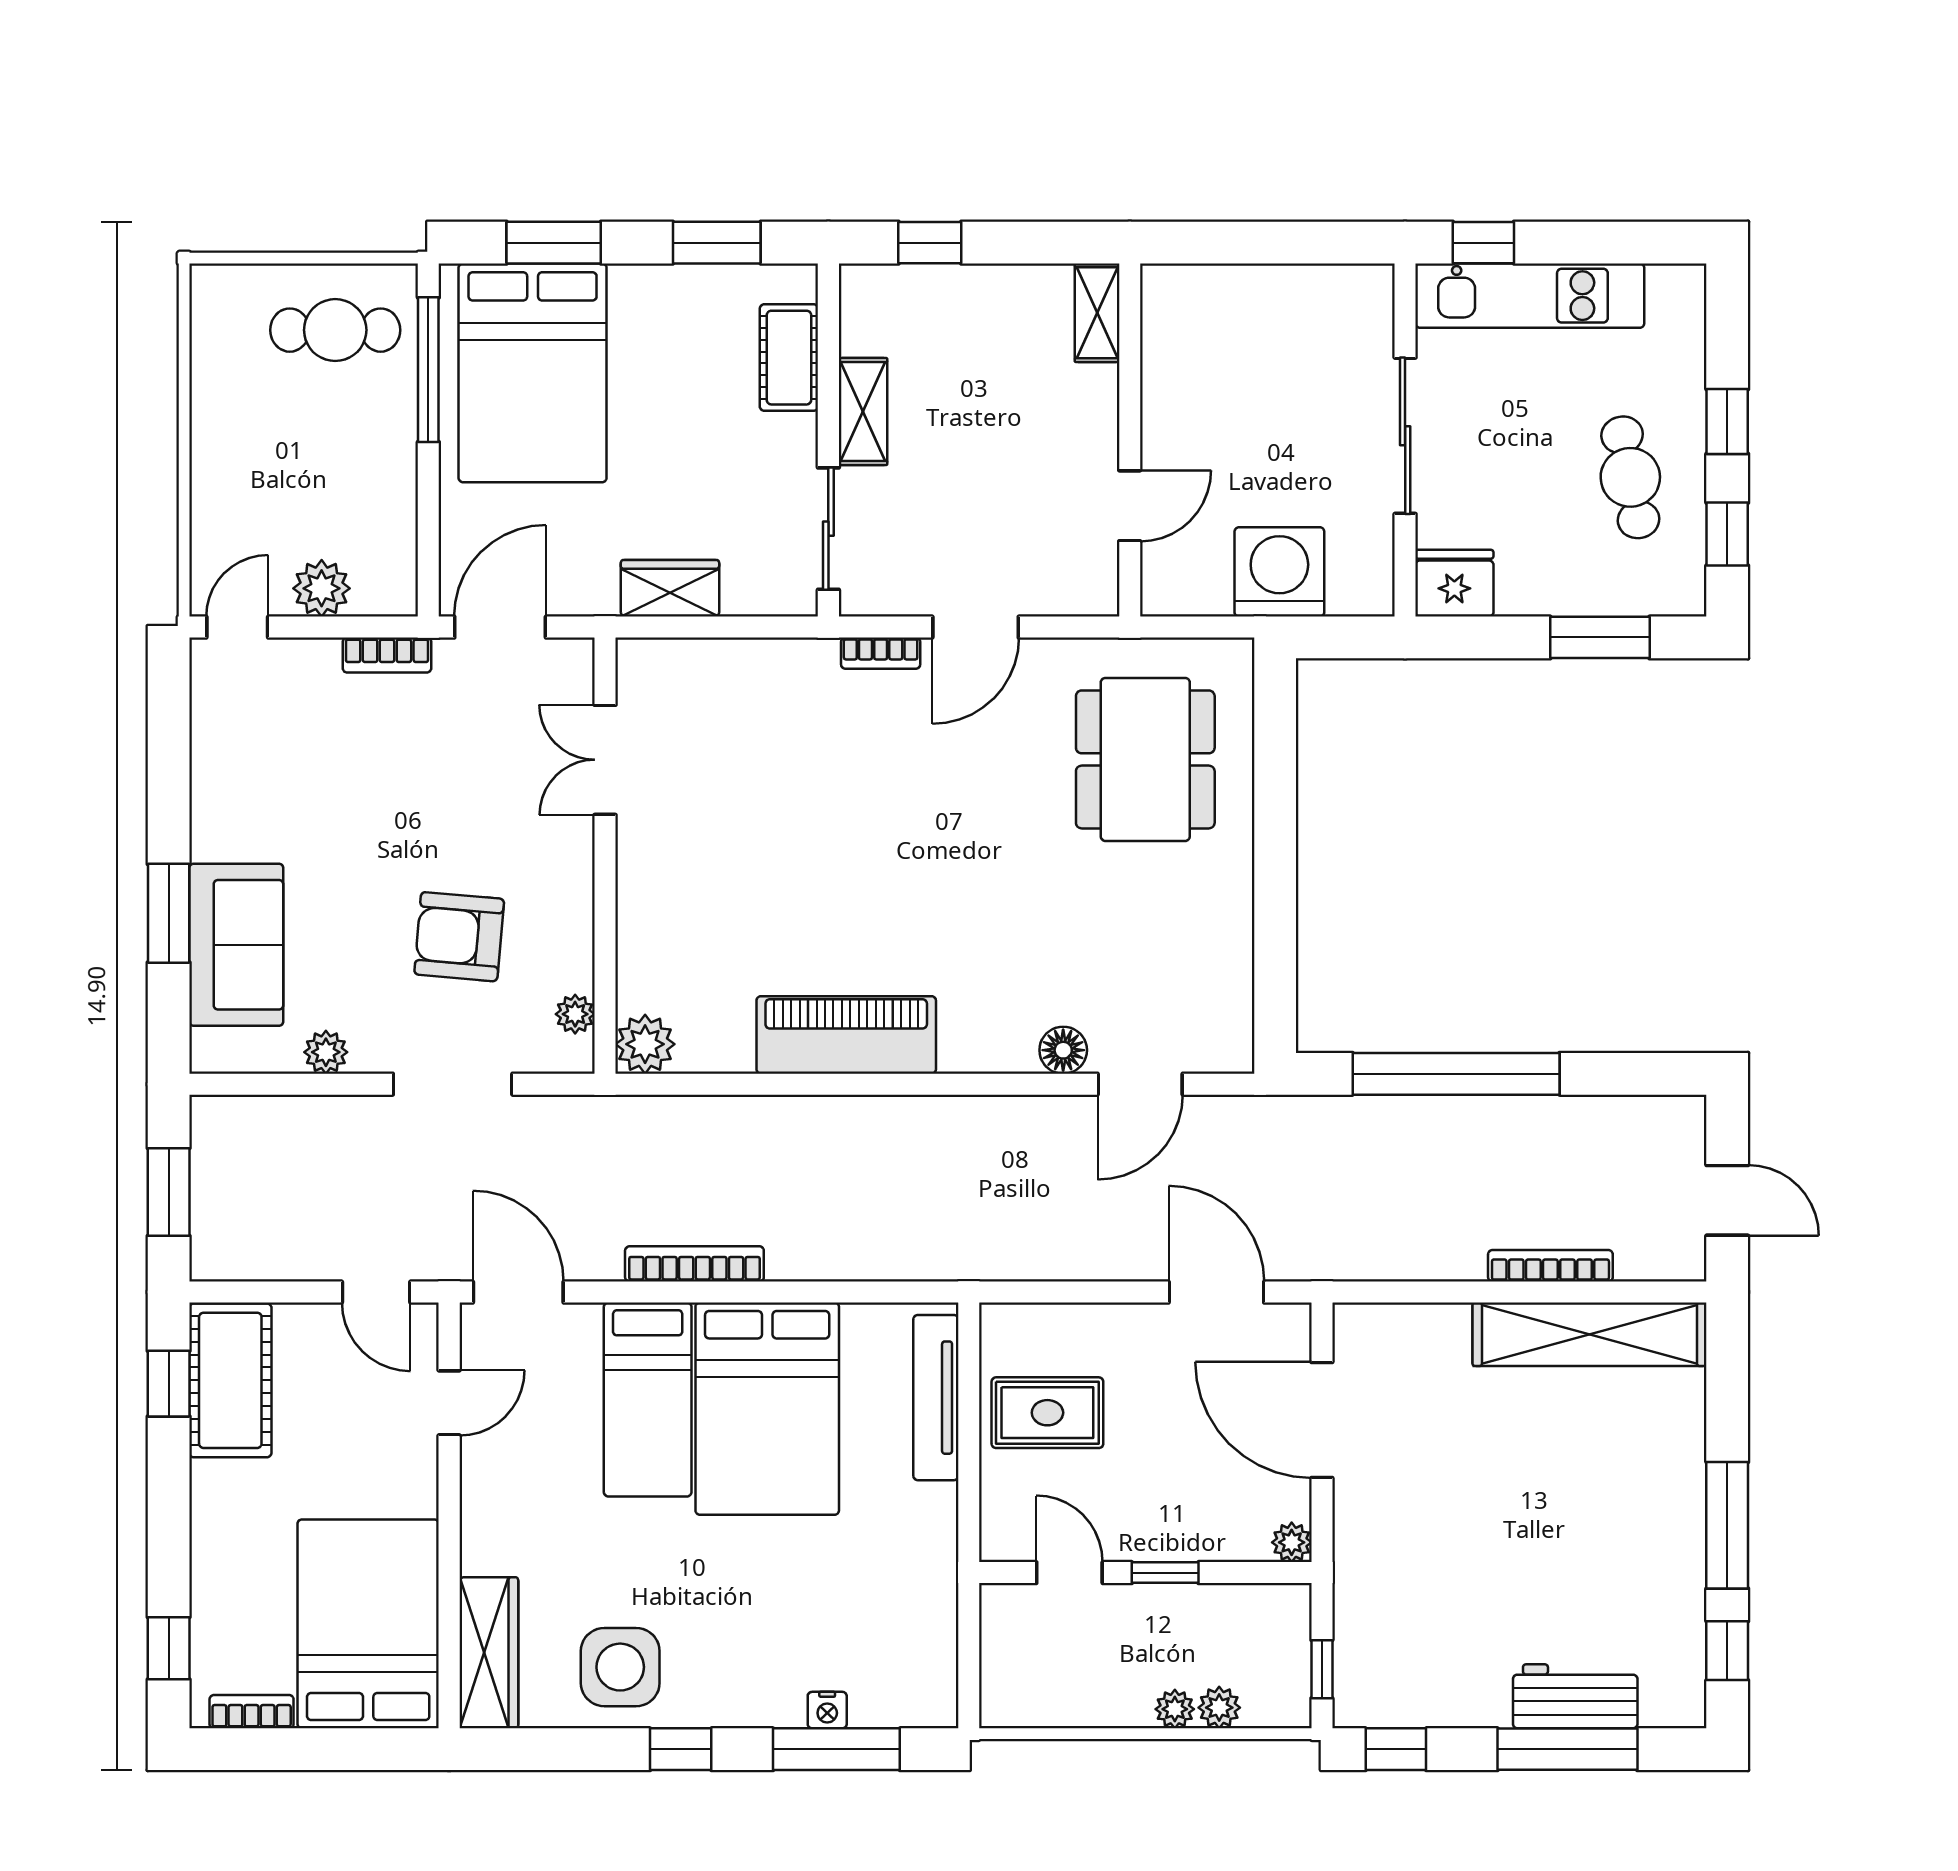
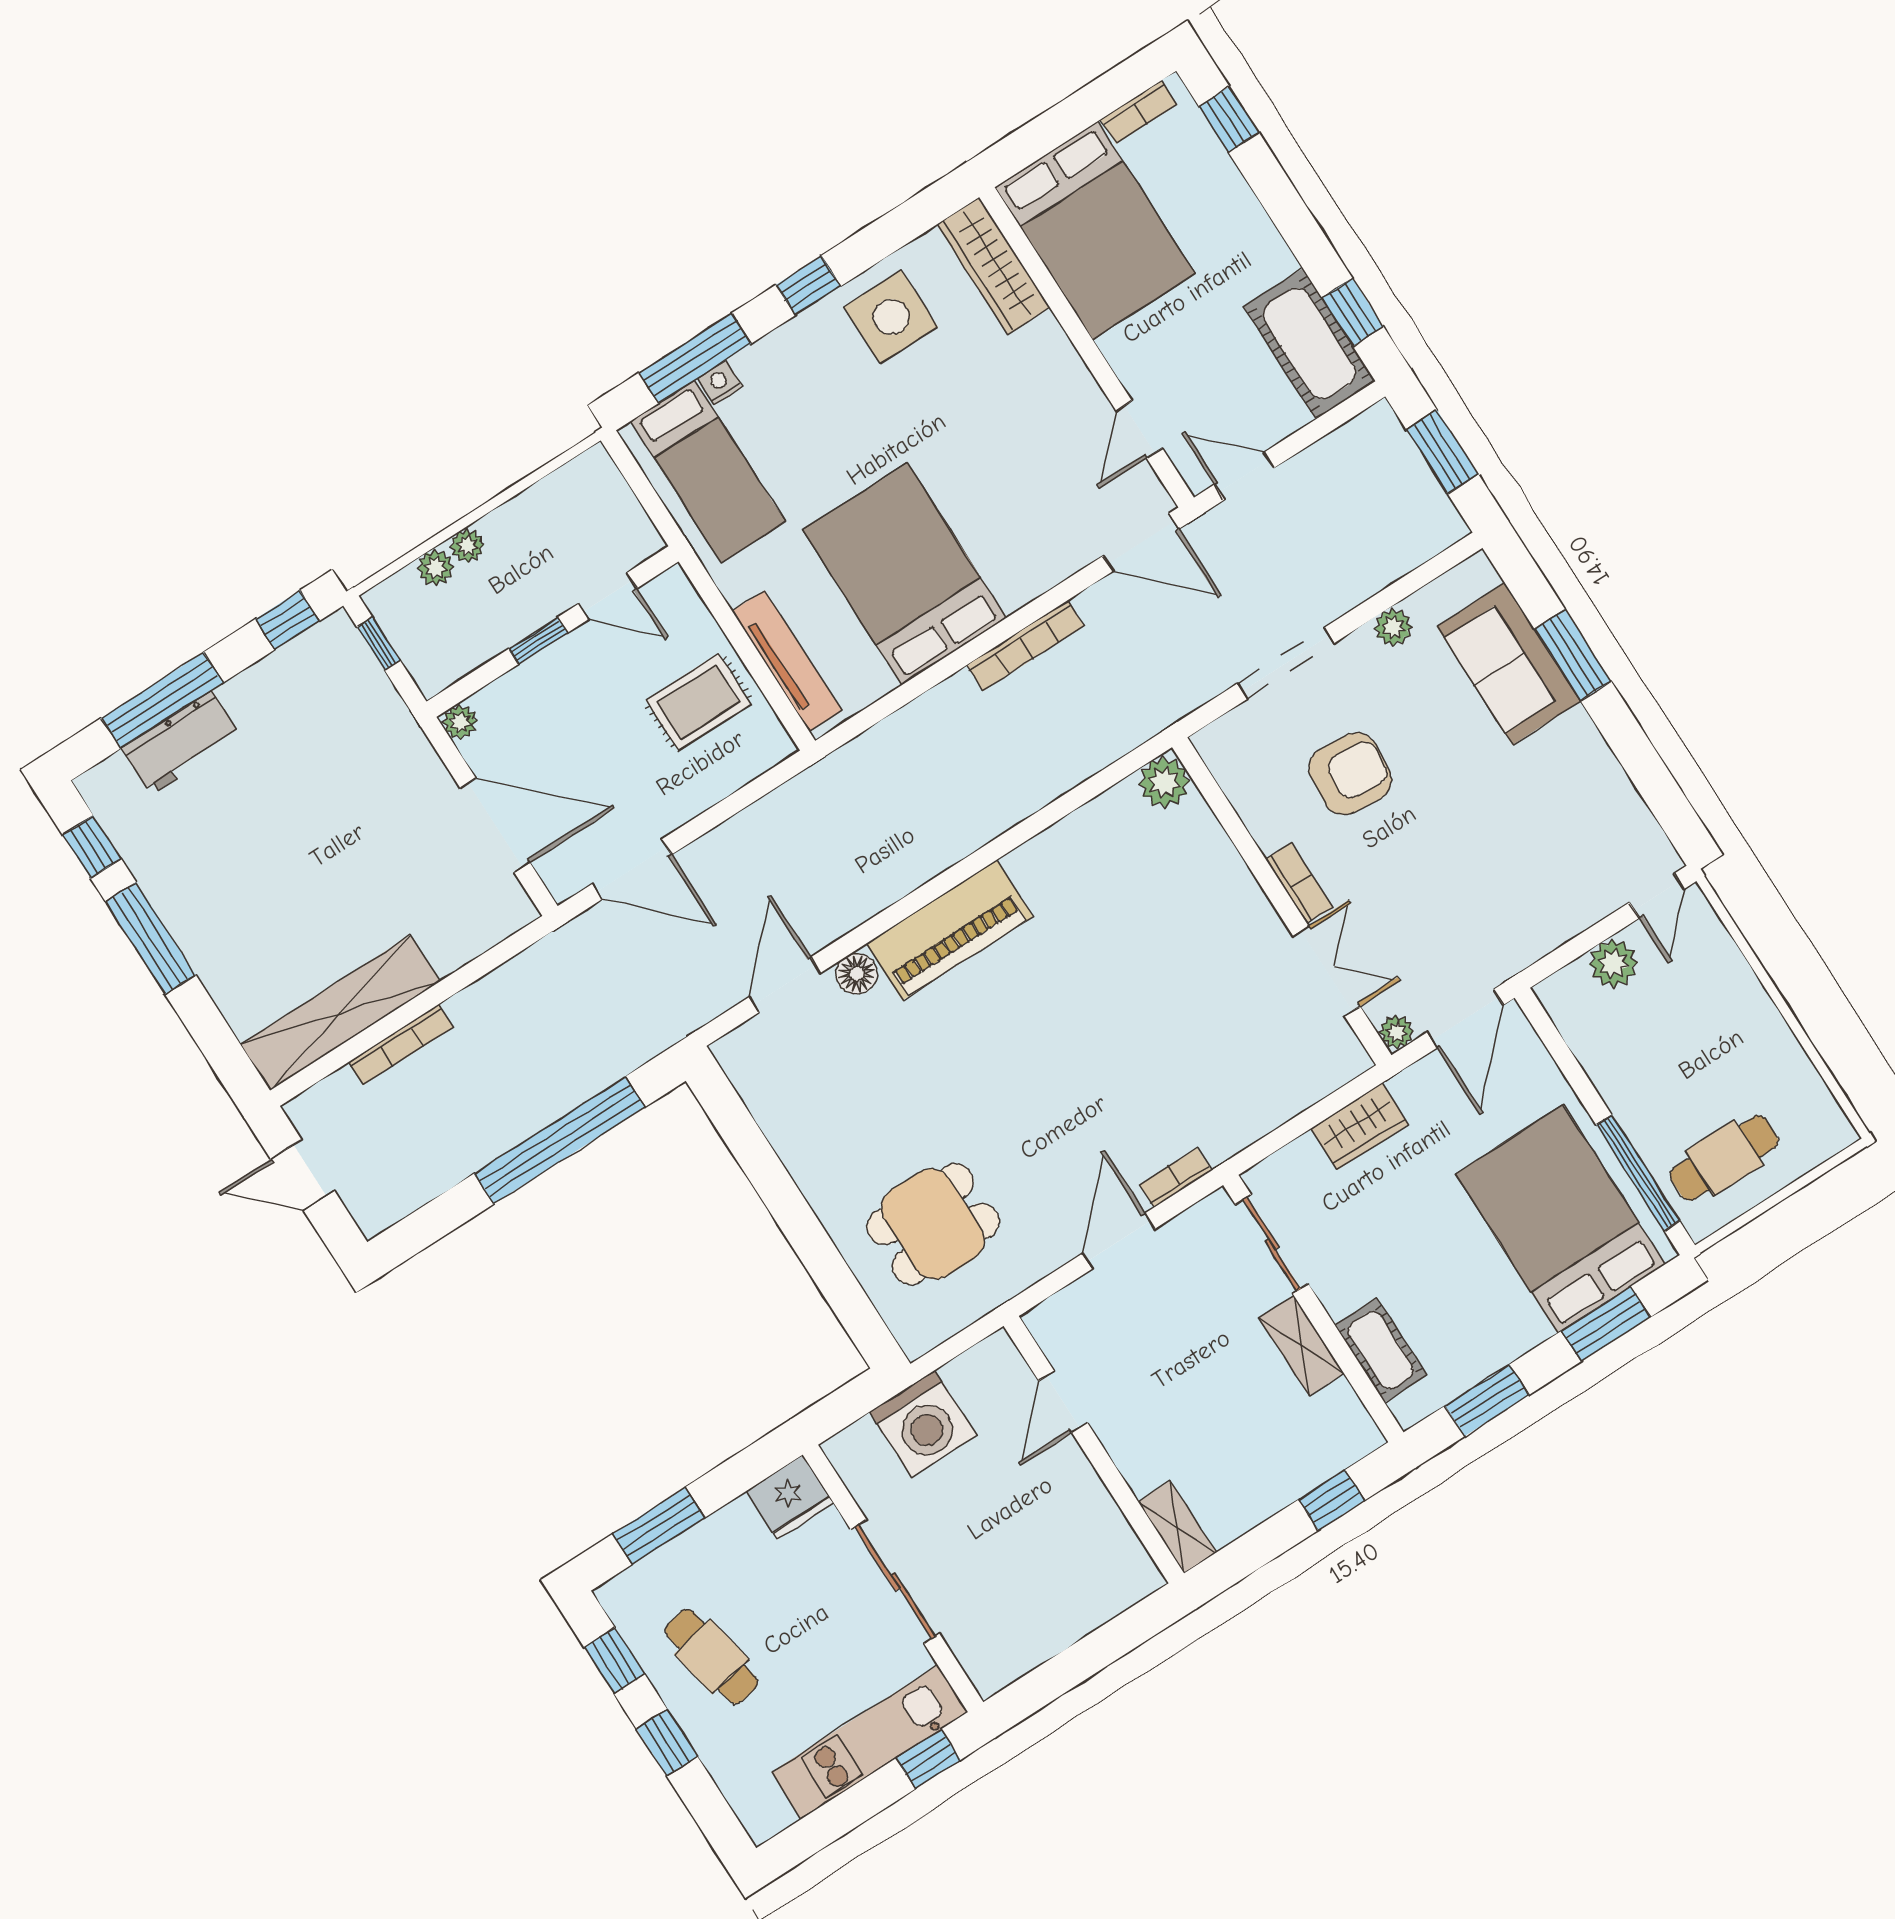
bookcase: (387, 655) -> (1299, 883), moved, turned 90
dining table: (1145, 759) -> (933, 1224), width x0.73
plant: (575, 1014) -> (1396, 1032), moved
piano: (846, 1035) -> (949, 930), moved
bed: (648, 1399) -> (708, 471), moved, turned 180

